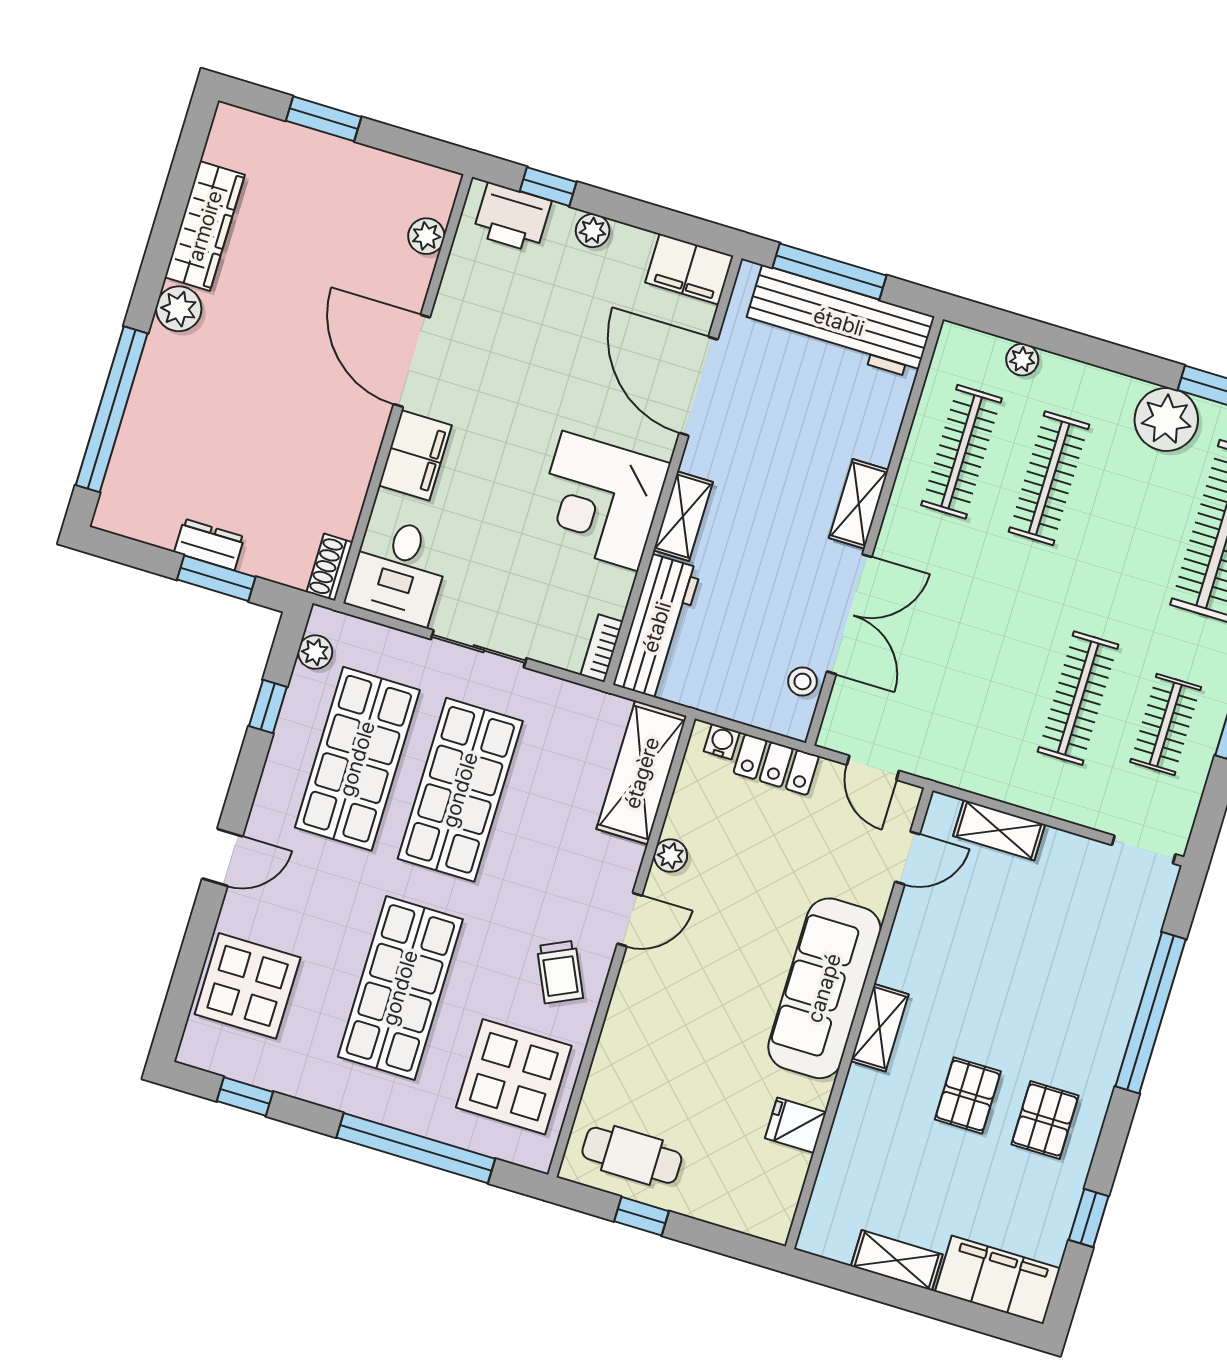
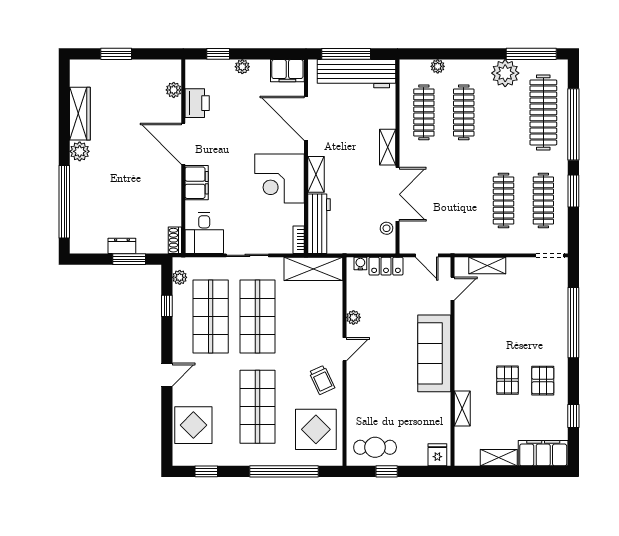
printer: (512, 218) -> (197, 103), moved, turned -90
clothes rail: (1166, 725) -> (543, 200), width x1.36
shelving: (642, 773) -> (313, 269), moved, turned 90
shelving: (880, 1028) -> (462, 408), moved
fridge: (796, 1125) -> (437, 455), moved, turned 90

